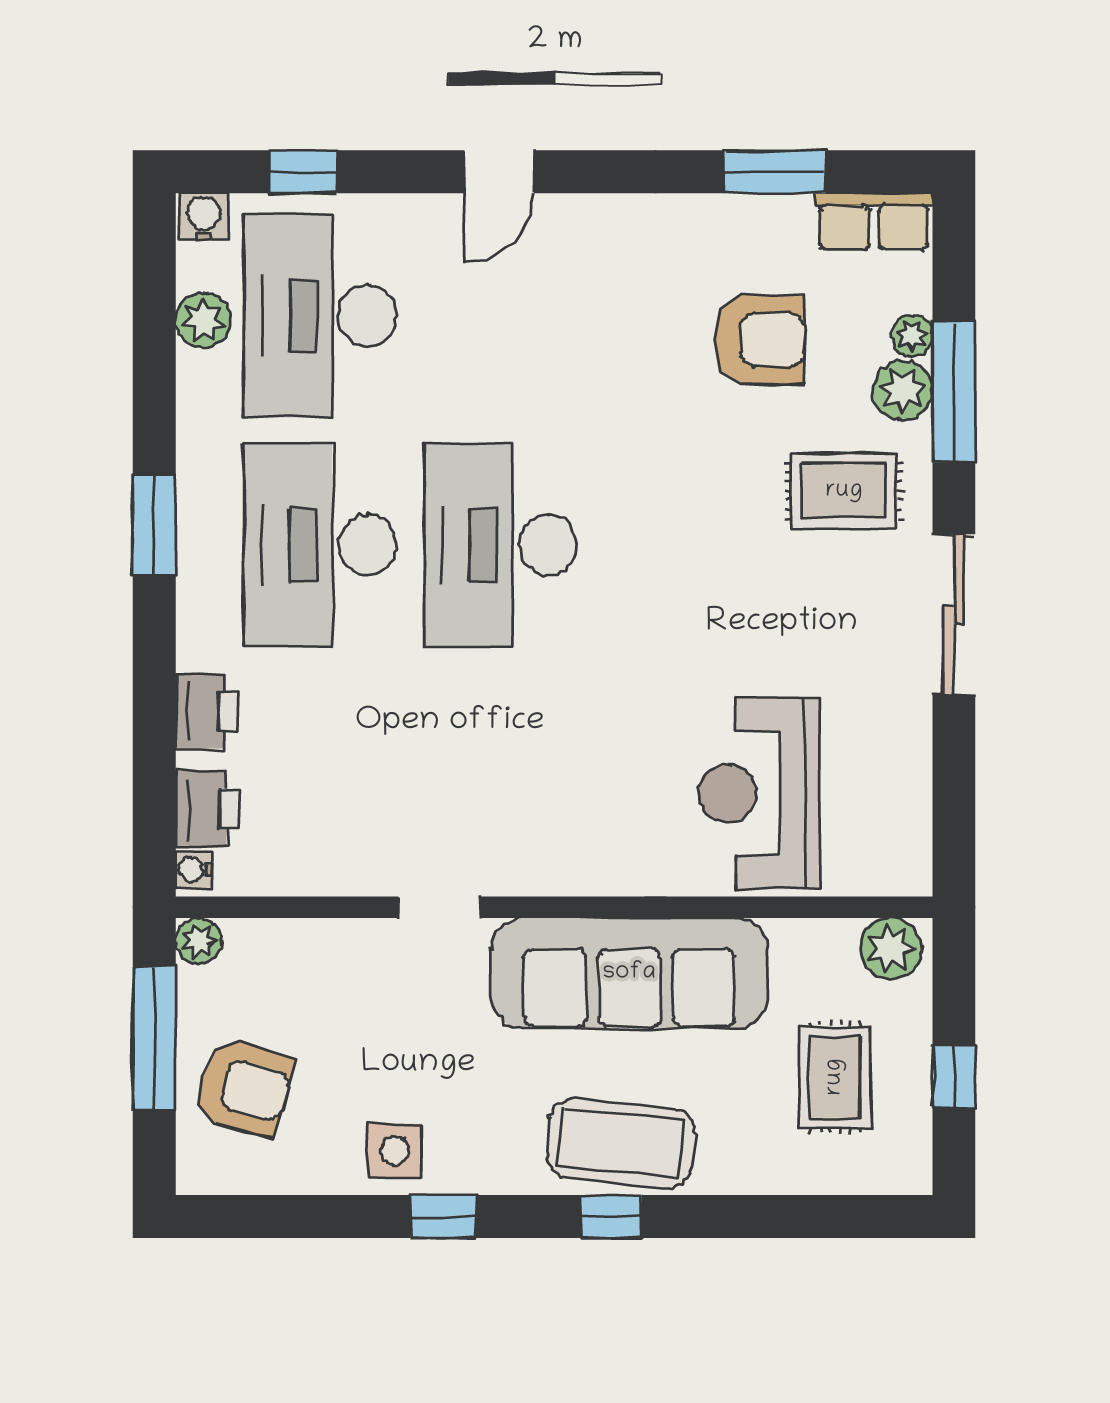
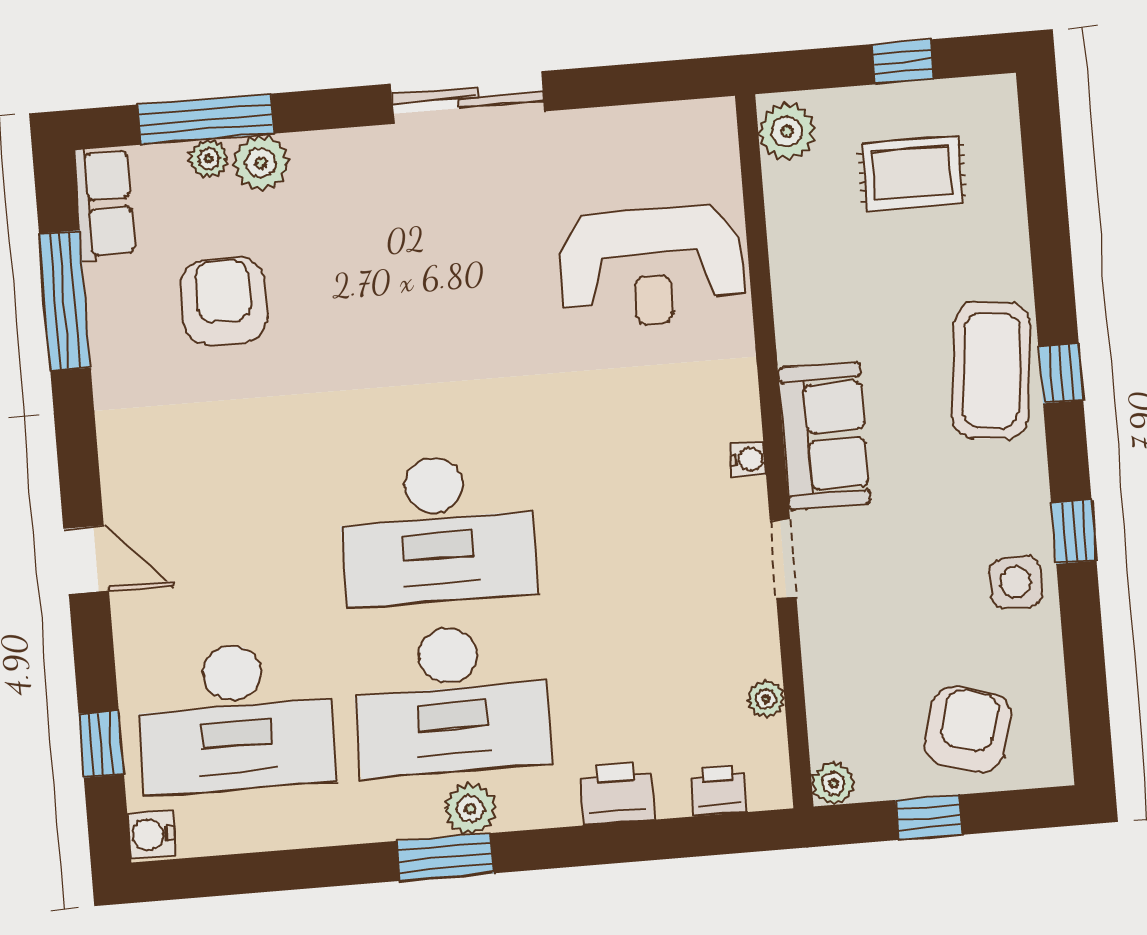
window: (775, 172) -> (65, 301), width x1.44
plant: (203, 320) -> (470, 809), moved
window: (954, 392) -> (206, 119), moved
rug: (844, 491) -> (360, 211), removed
printer: (207, 809) -> (719, 790), width x0.73, depth x0.81
water cooler: (194, 870) -> (748, 459), moved, turned -90
plant: (294, 877) -> (766, 699), added
sofa: (629, 973) -> (824, 436), width x0.54, depth x0.79
window: (154, 1038) -> (929, 817), width x0.46

